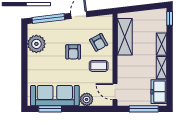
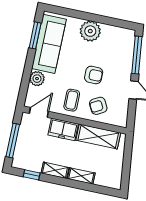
window: (170, 18) -> (32, 175), moved
plant: (36, 44) -> (90, 31), moved
armchair: (73, 52) -> (94, 75), turned 180
freezer: (159, 92) -> (63, 129), moved, turned 180

